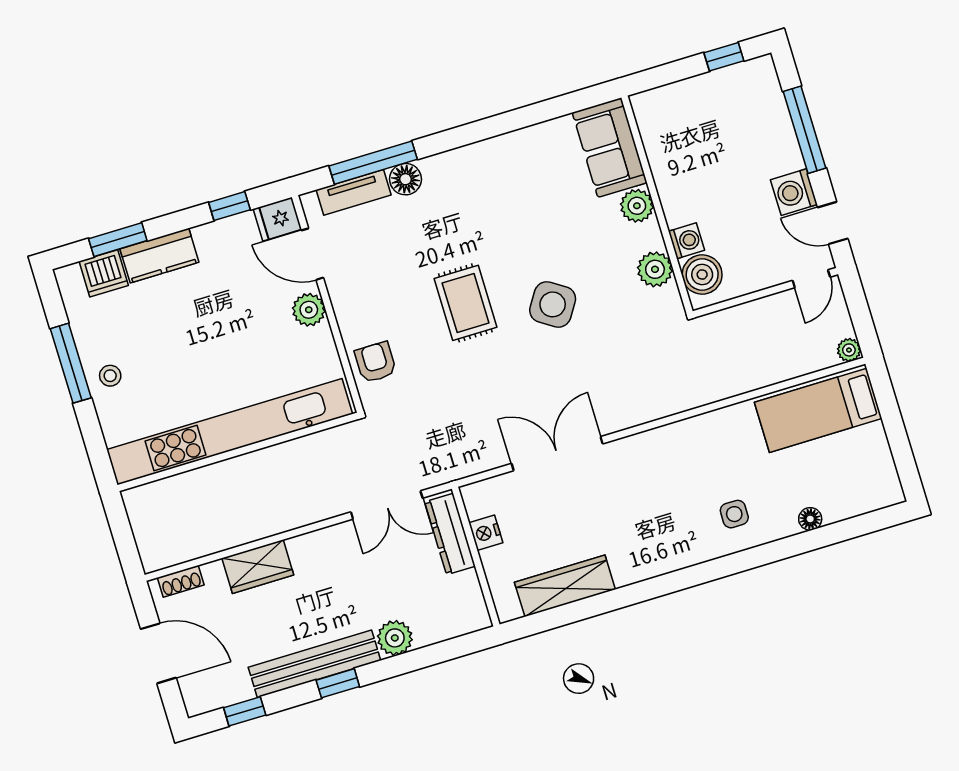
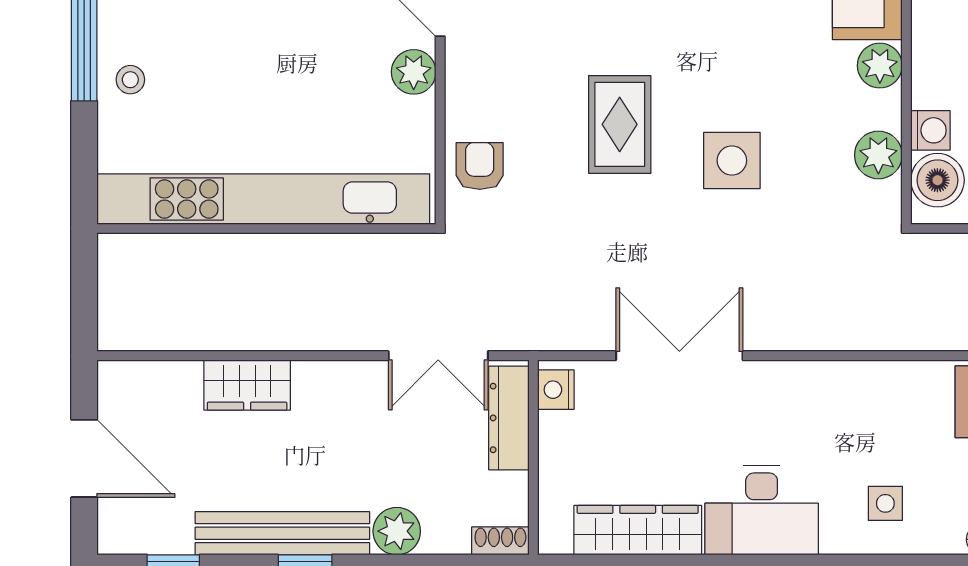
side table: (553, 304) -> (732, 161), turned -33
nightstand: (486, 533) -> (556, 390), moved
desk: (648, 545) -> (762, 510), added
shoe rack: (181, 581) -> (500, 541), moved, turned 180

